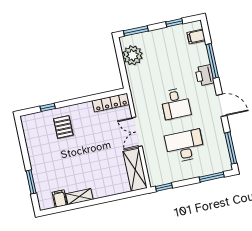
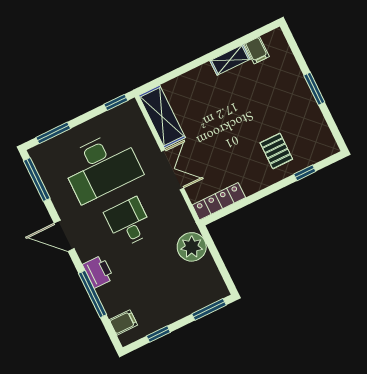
plant: (133, 55) -> (192, 247), moved
desk: (185, 146) -> (101, 167), width x1.36, depth x1.30
window: (31, 182) -> (314, 89), moved

